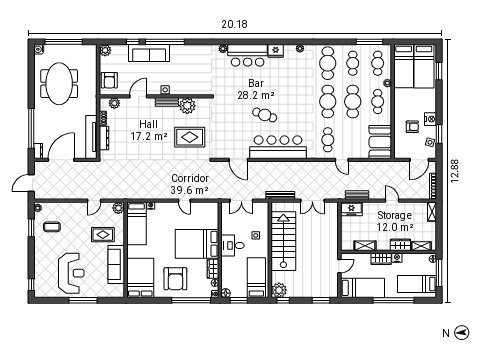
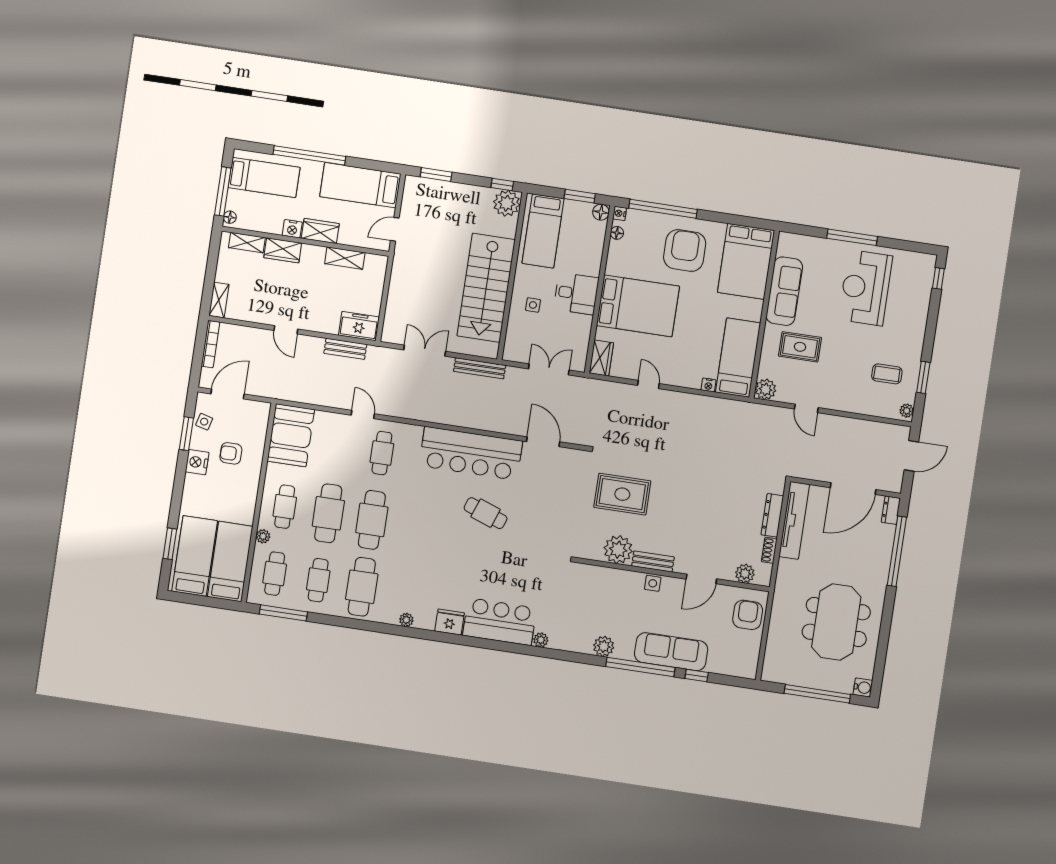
plant: (105, 50) -> (604, 646), moved
door: (94, 201) -> (806, 408), swing flipped
wardrobe: (213, 269) -> (601, 358), moved

